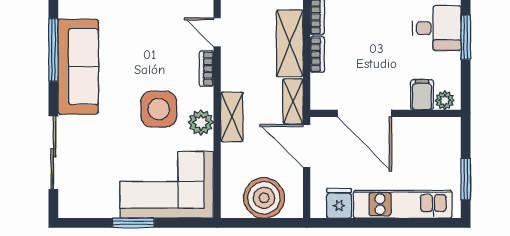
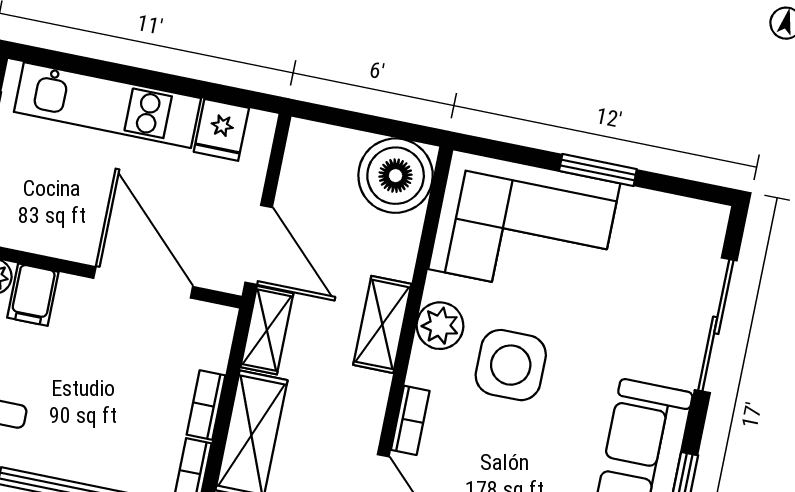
boiler: (264, 198) -> (396, 176), moved

